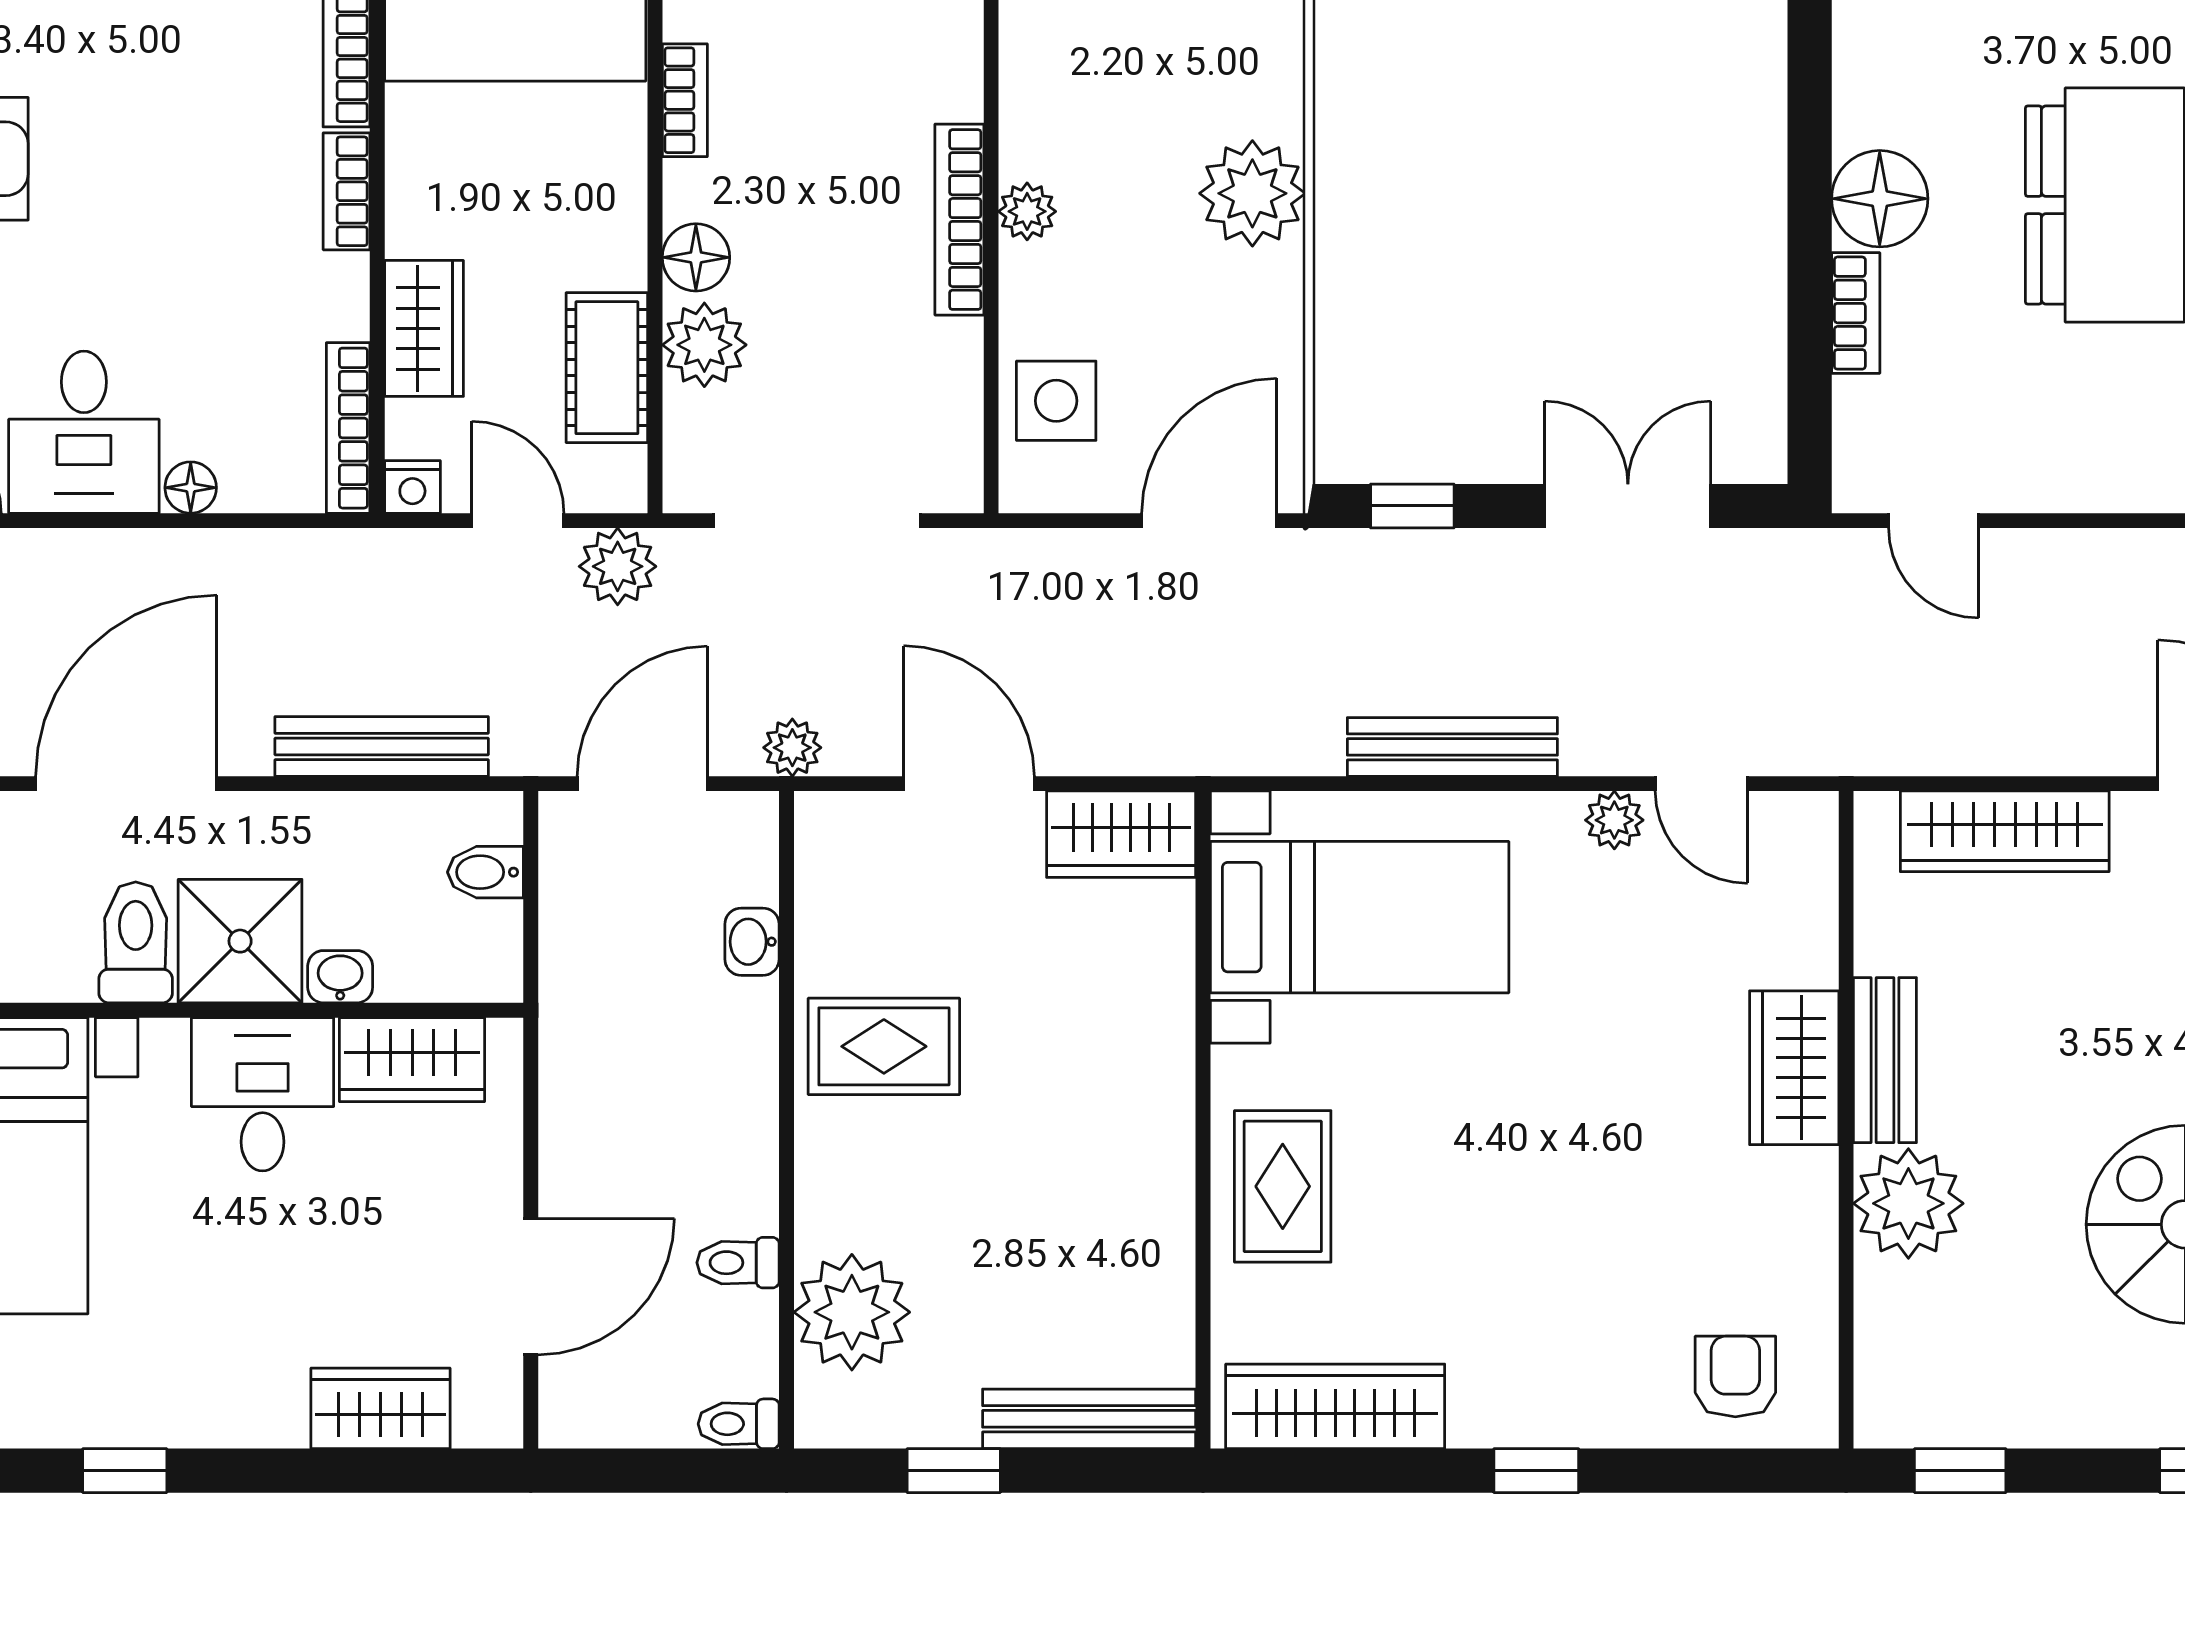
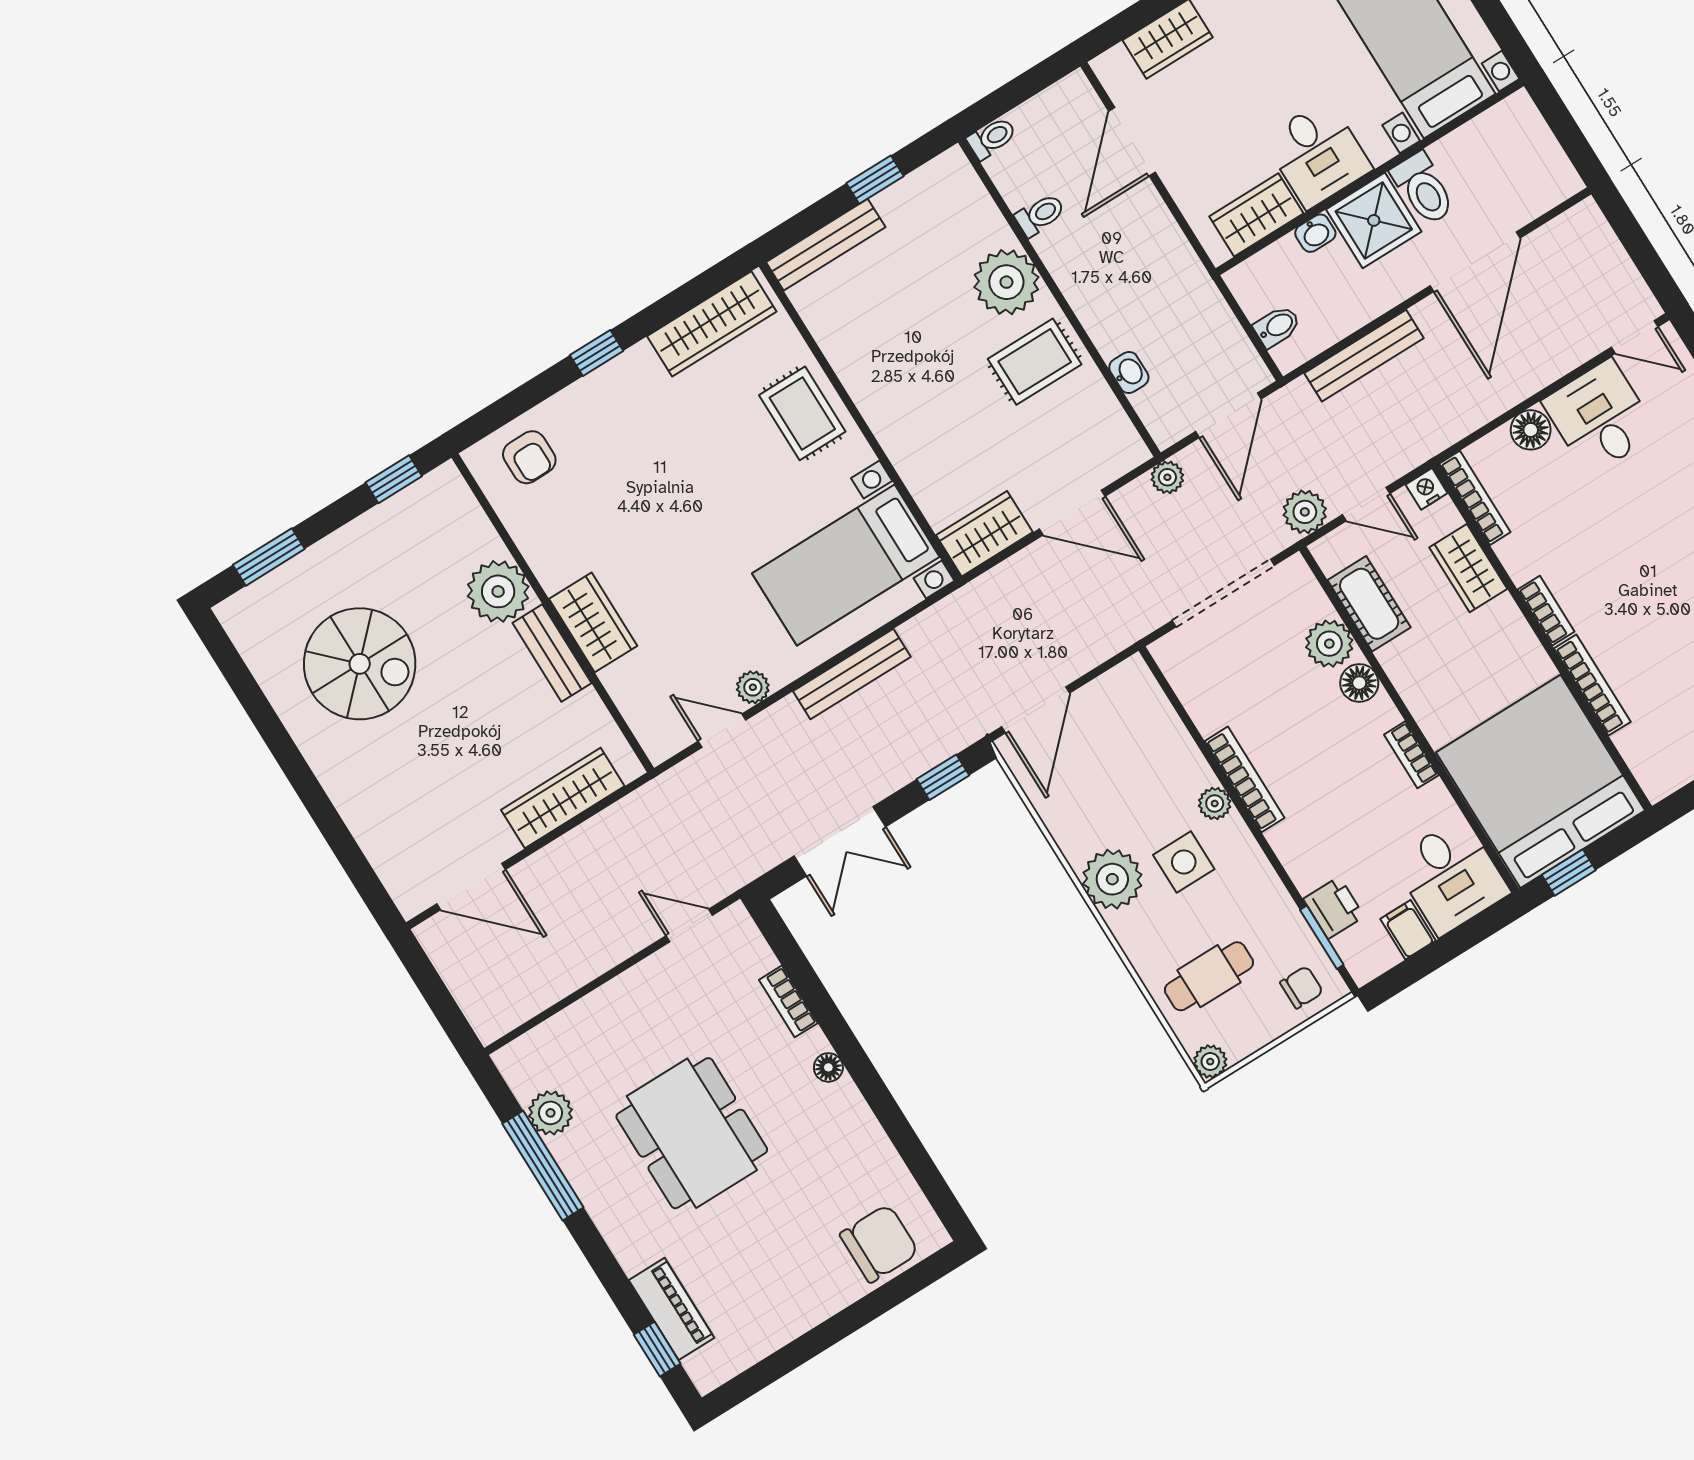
floor lamp: (1880, 199) -> (828, 1067), width x0.53, depth x0.53
side table: (1056, 401) -> (1184, 862), moved
floor lamp: (191, 488) -> (1531, 430), width x1.37, depth x1.37
plant: (852, 1312) -> (1006, 282), moved

